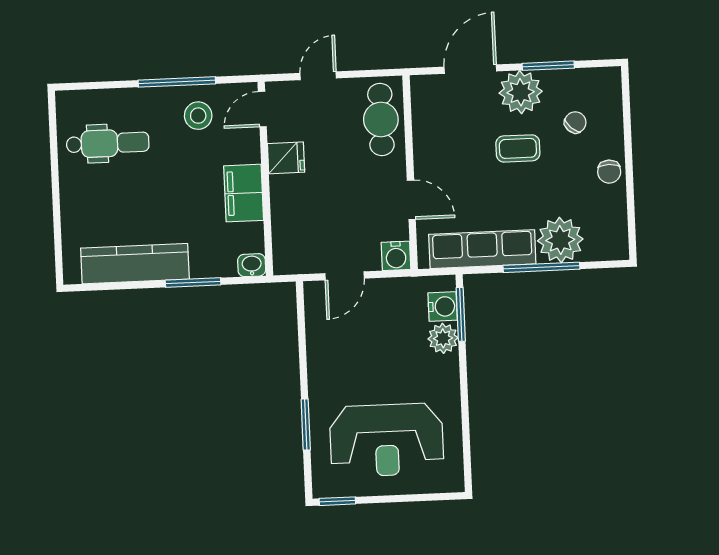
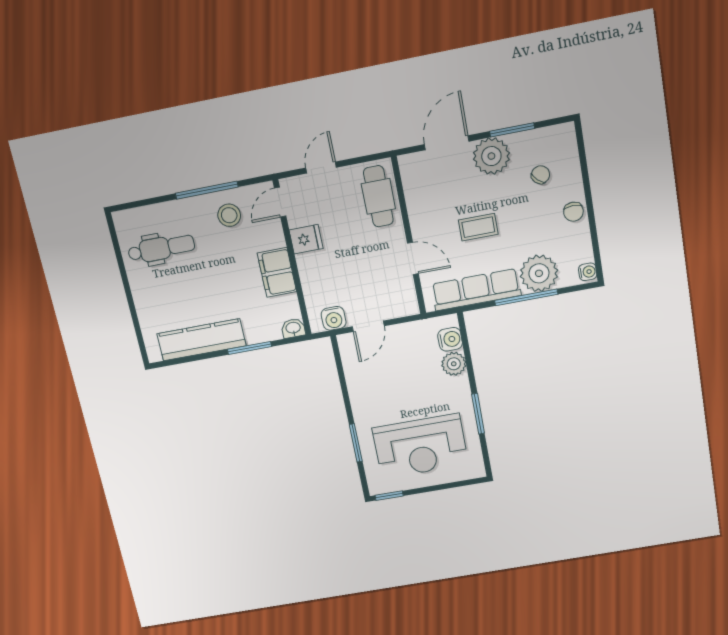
coffee table: (518, 148) -> (478, 227), moved
water cooler: (619, 246) -> (588, 272), added
water cooler: (396, 256) -> (334, 318), moved
window: (461, 314) -> (478, 414), moved

